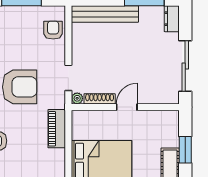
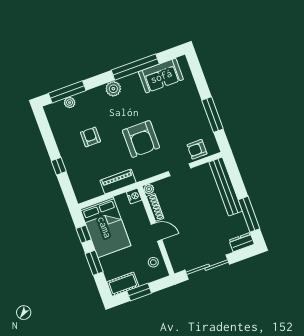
armchair: (53, 30) -> (197, 149), turned 180
doorway: (68, 78) -> (179, 170), moved
nightstand: (79, 117) -> (134, 196), added
stool: (158, 123) -> (153, 262), added

